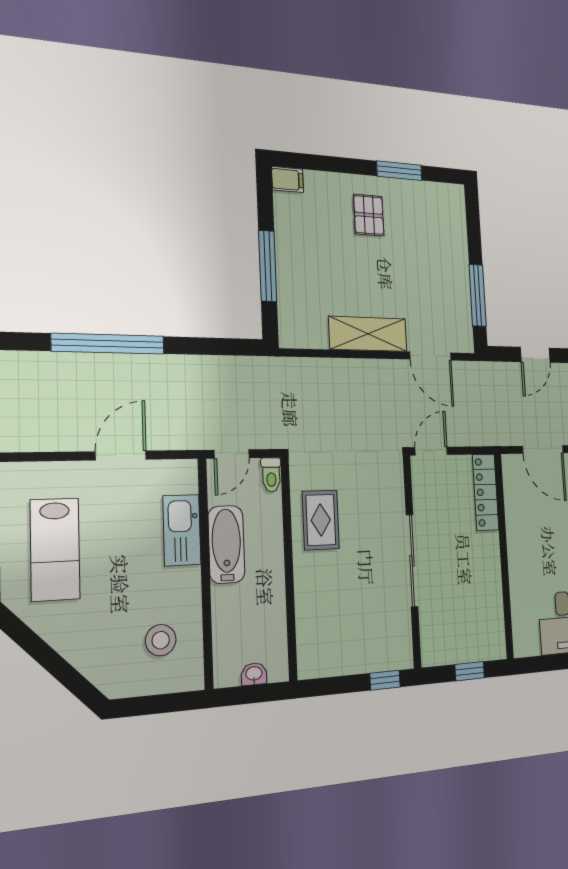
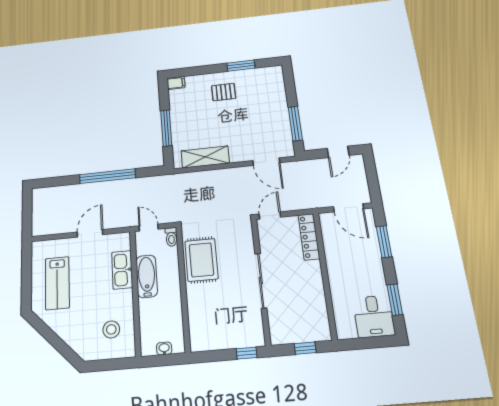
pallet: (369, 215) -> (224, 92), turned 90
shelving: (368, 334) -> (205, 157), moved
window: (108, 344) -> (107, 176), moved
door: (232, 454) -> (149, 228), swing flipped
rug: (321, 520) -> (201, 260), width x1.36, depth x1.43

